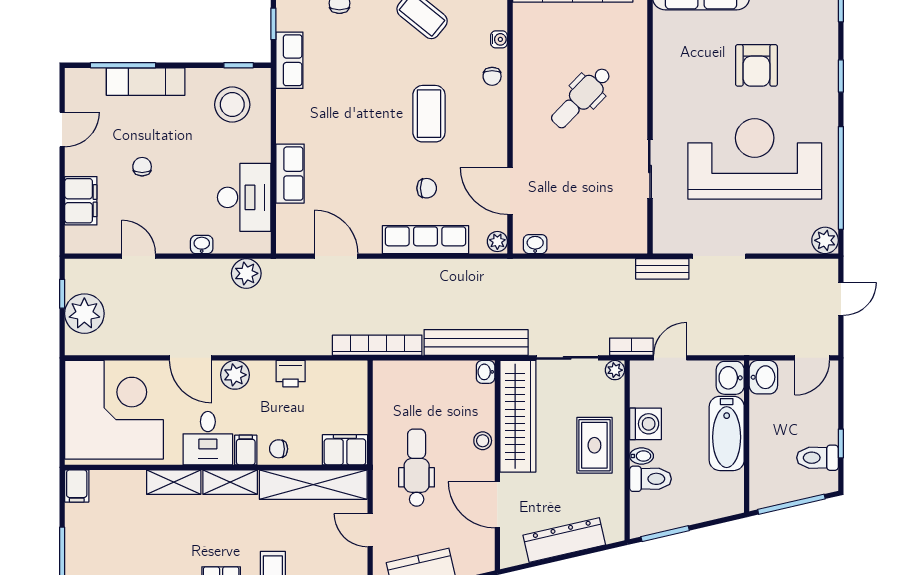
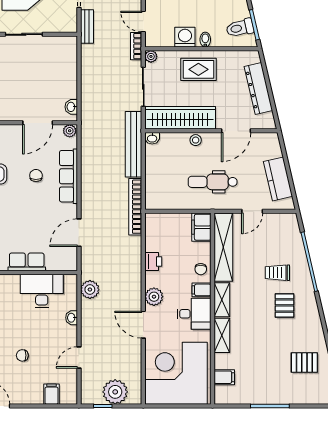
filing cabinet: (81, 201) -> (52, 394), width x0.50
door: (191, 358) -> (143, 325), swing flipped
toilet: (650, 479) -> (240, 28), moved, turned -103
filing cabinet: (77, 486) -> (224, 377), moved

